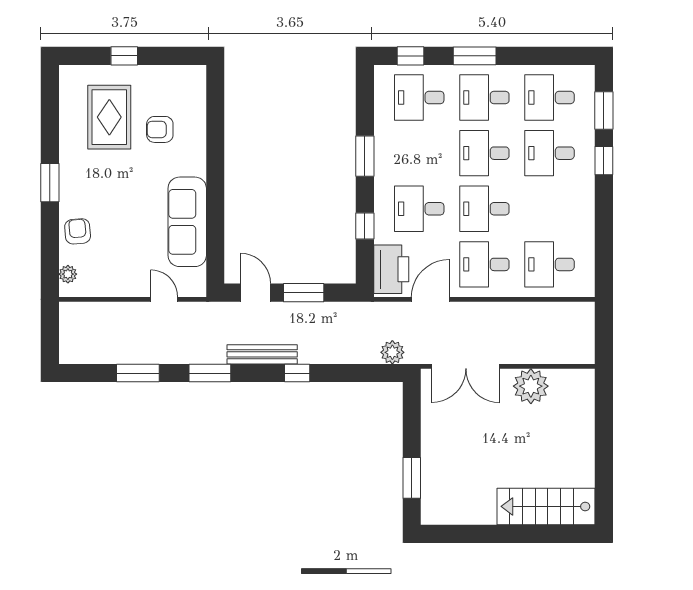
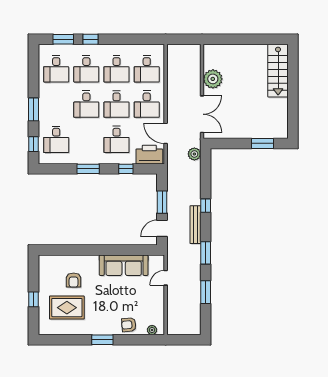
desk: (484, 98) -> (117, 69), moved

